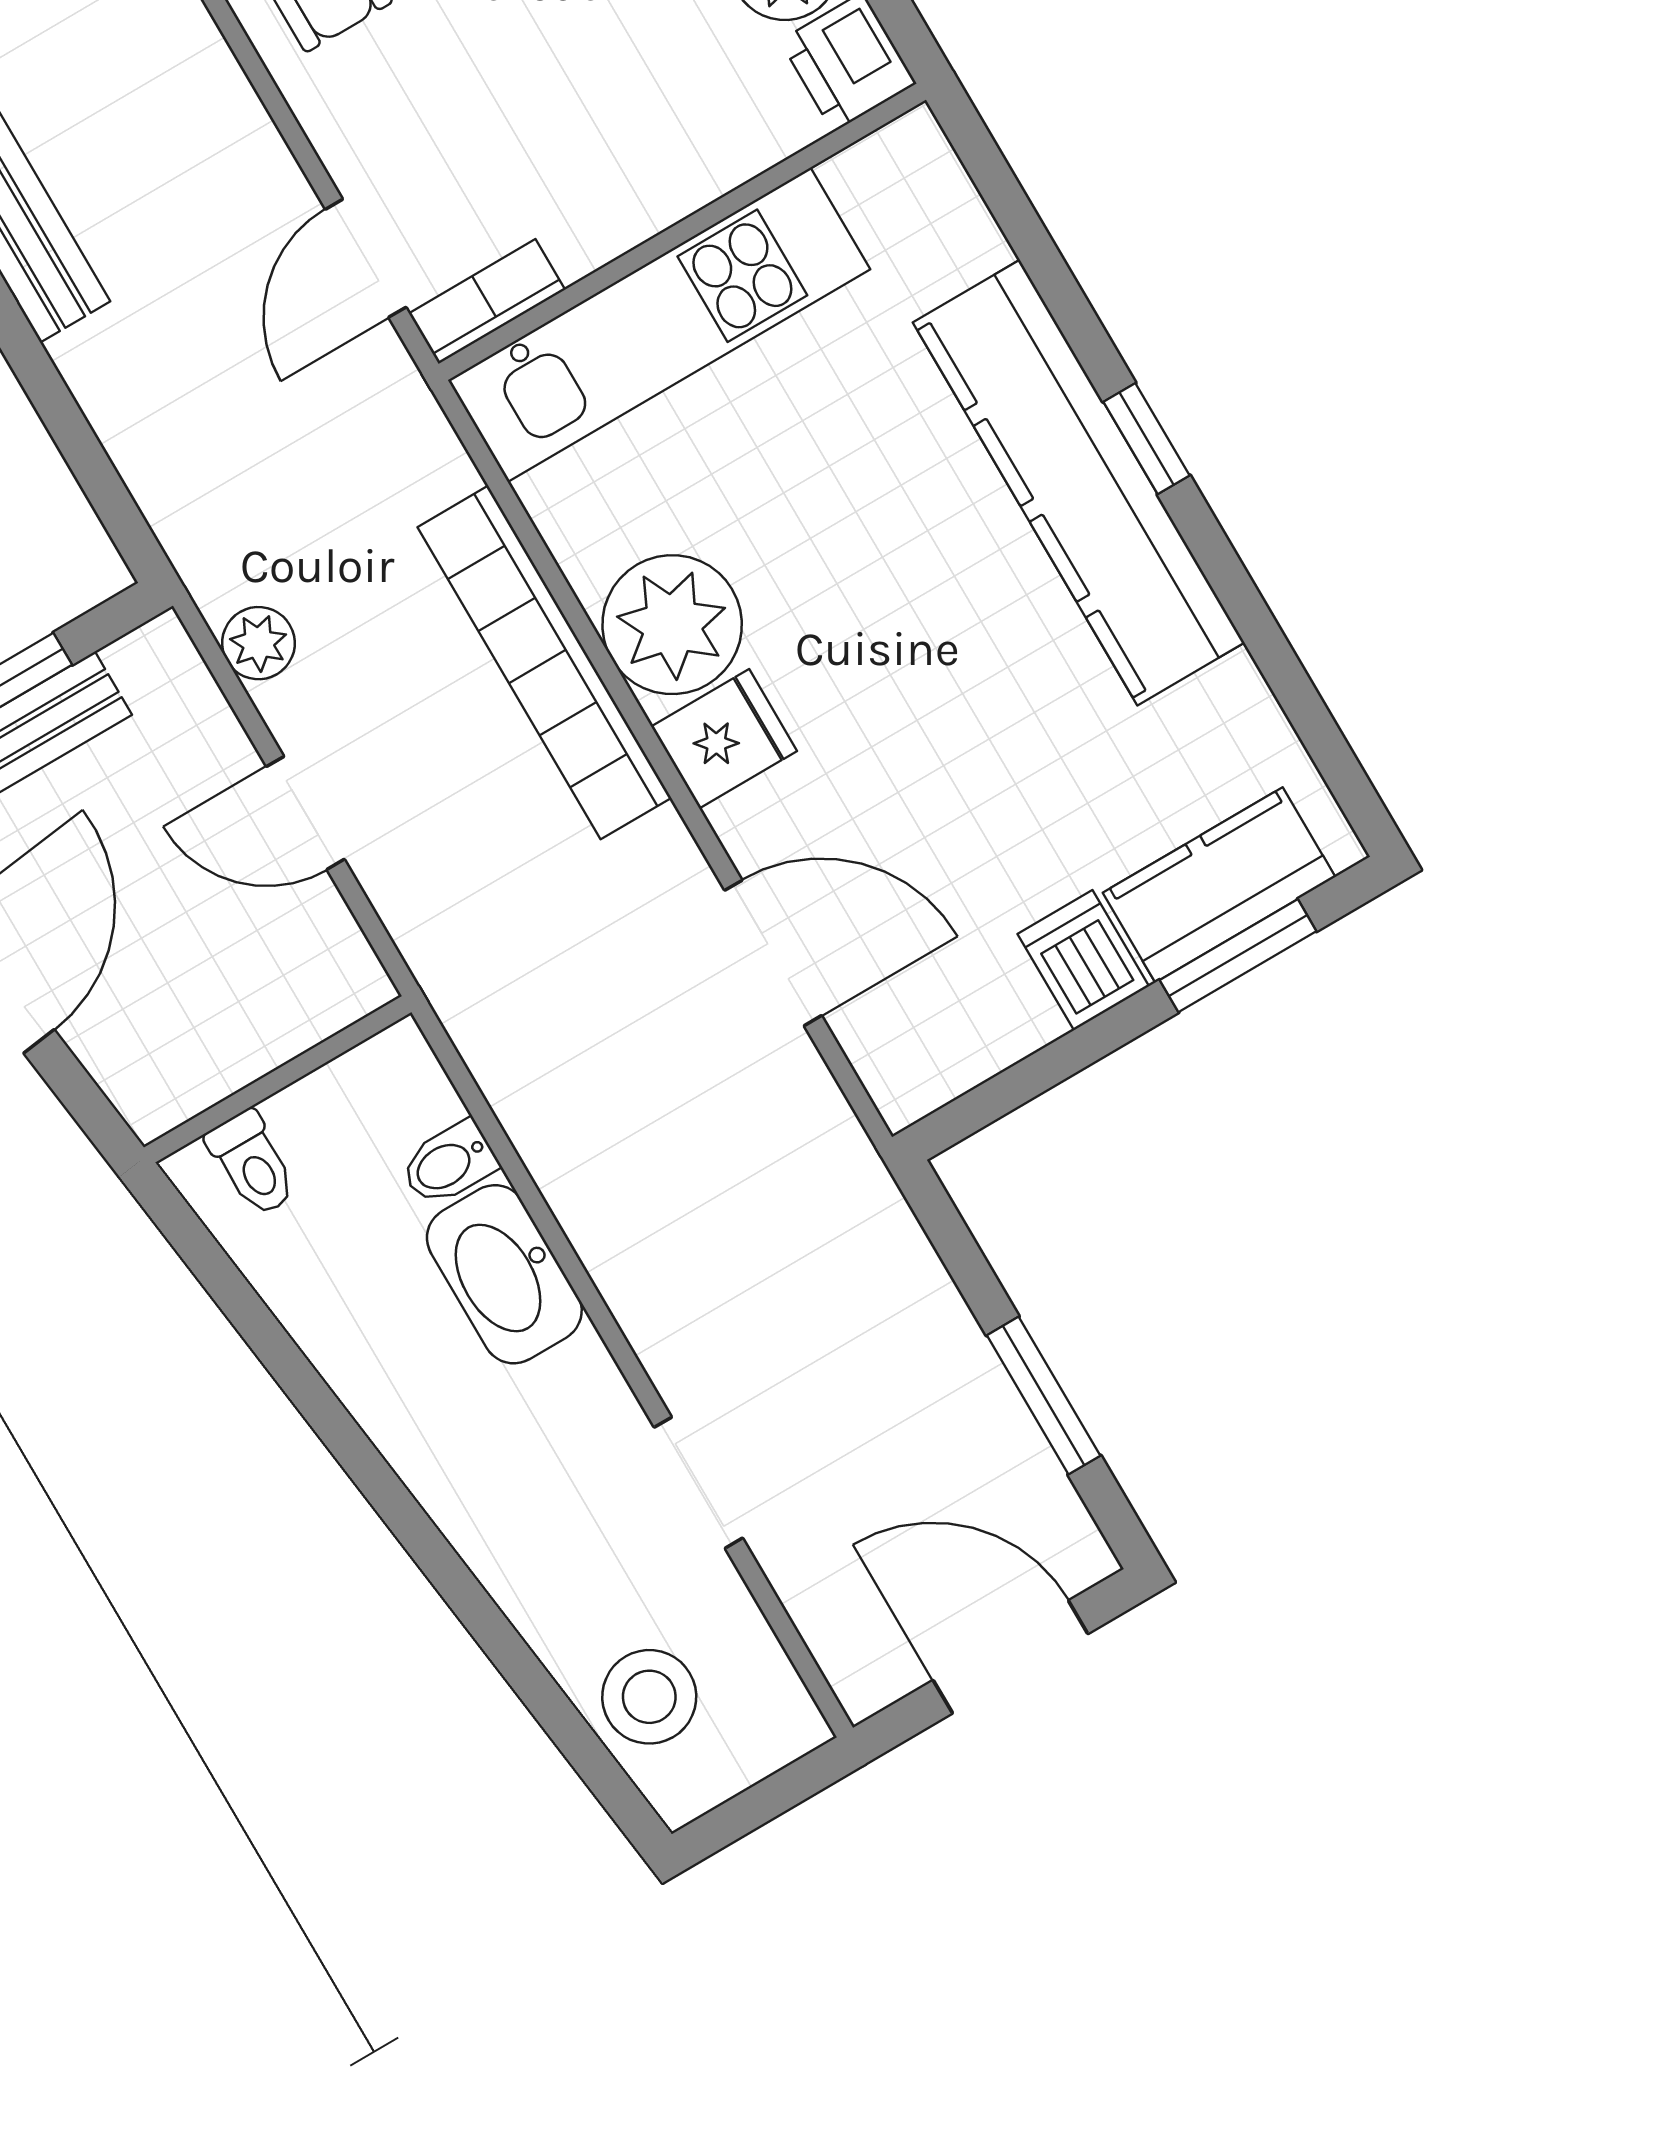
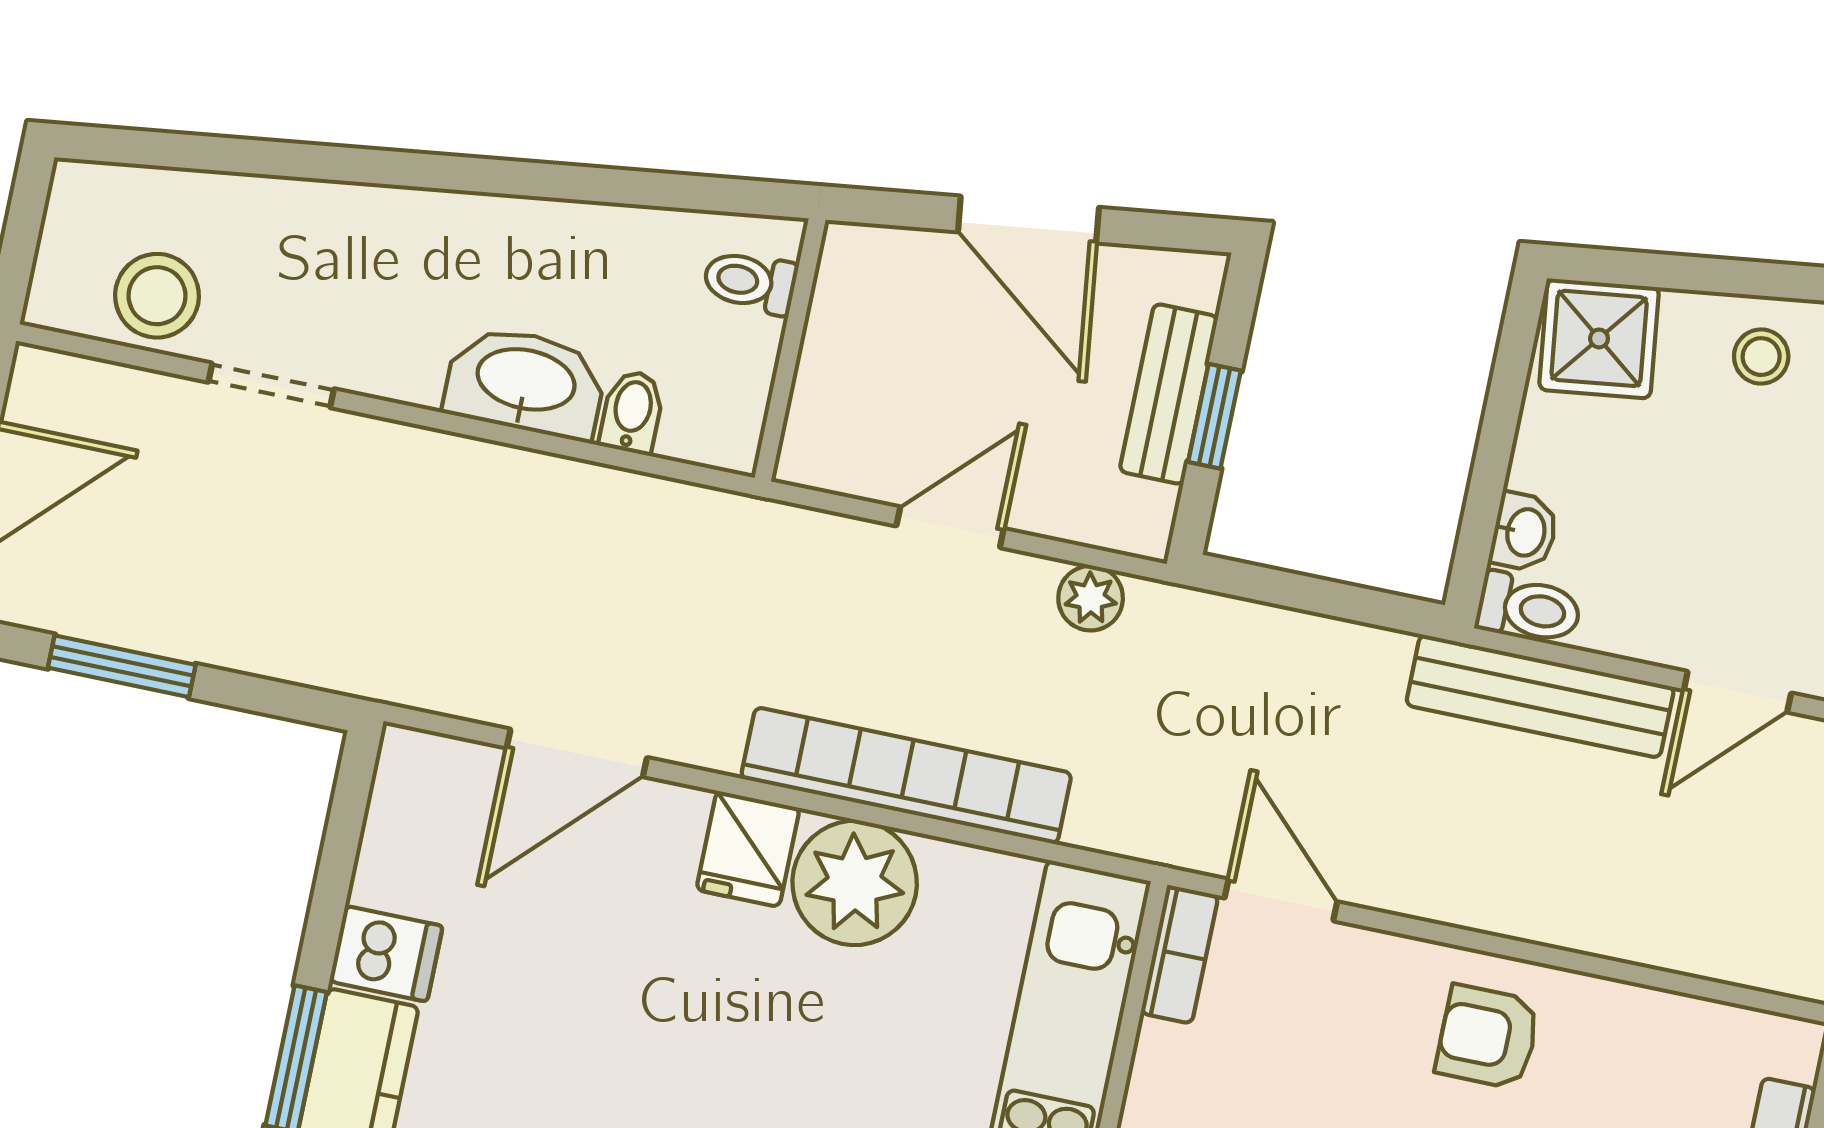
stool: (649, 1697) -> (157, 296), moved

